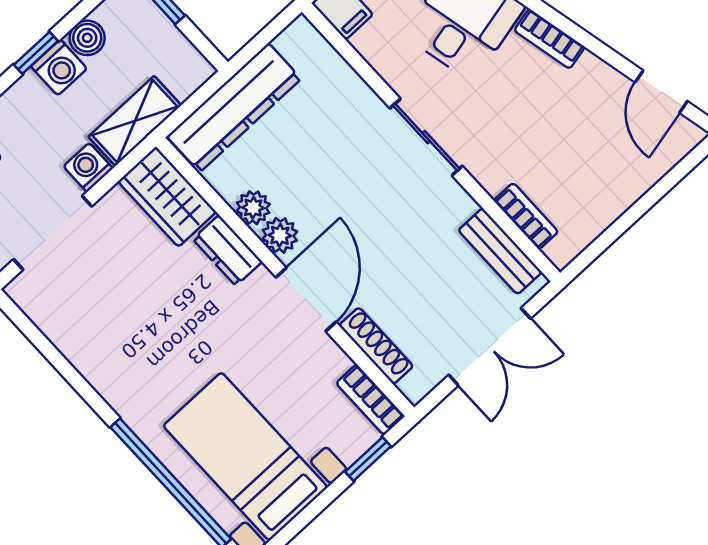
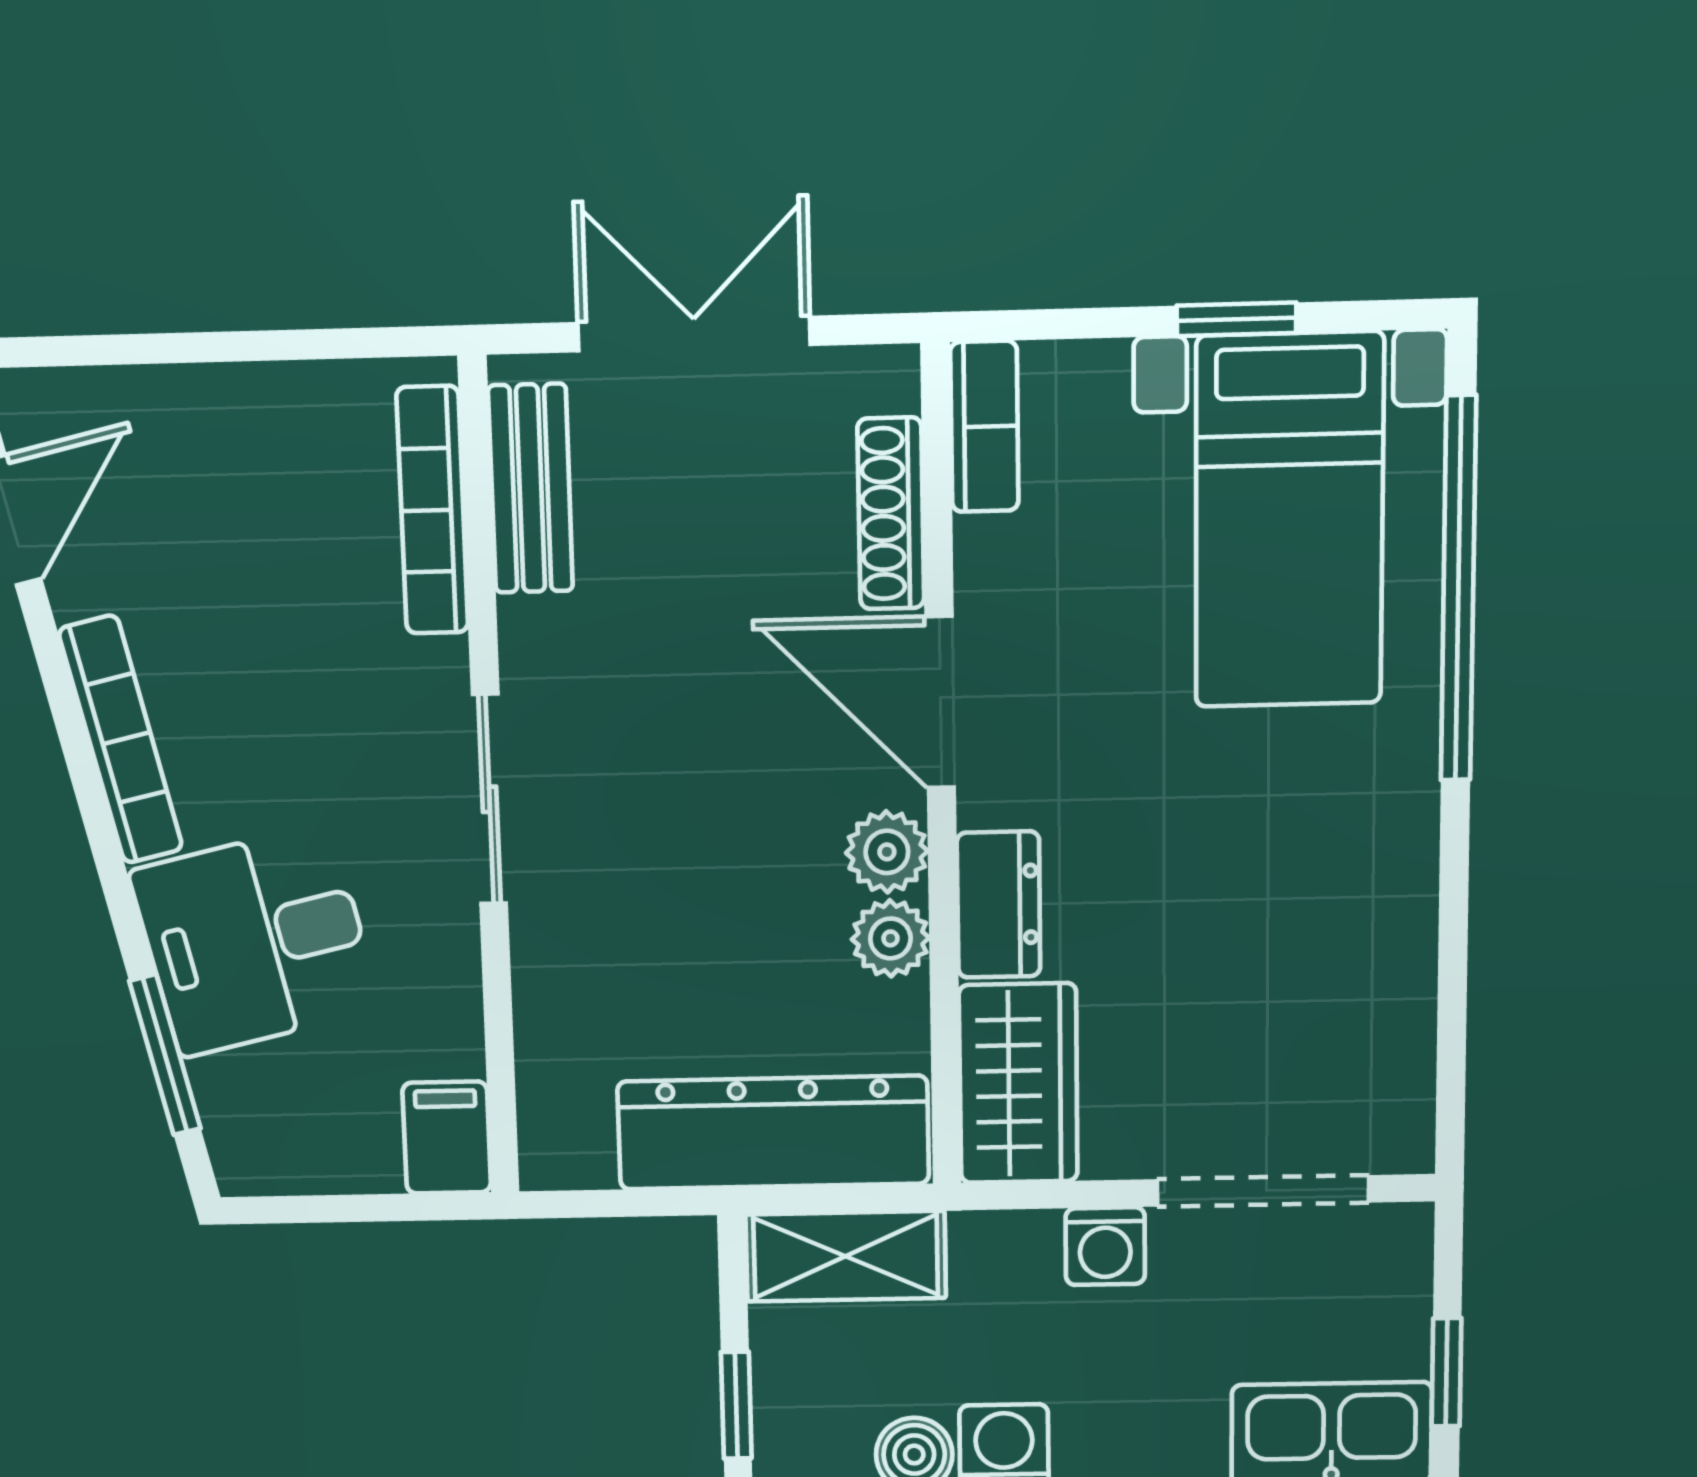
bookcase: (549, 39) -> (121, 740), width x1.56
shelving: (135, 121) -> (846, 1256), moved
bookcase: (526, 216) -> (432, 510), width x1.56
door: (306, 300) -> (940, 702), hinge flipped
window: (368, 459) -> (1236, 319), moved

